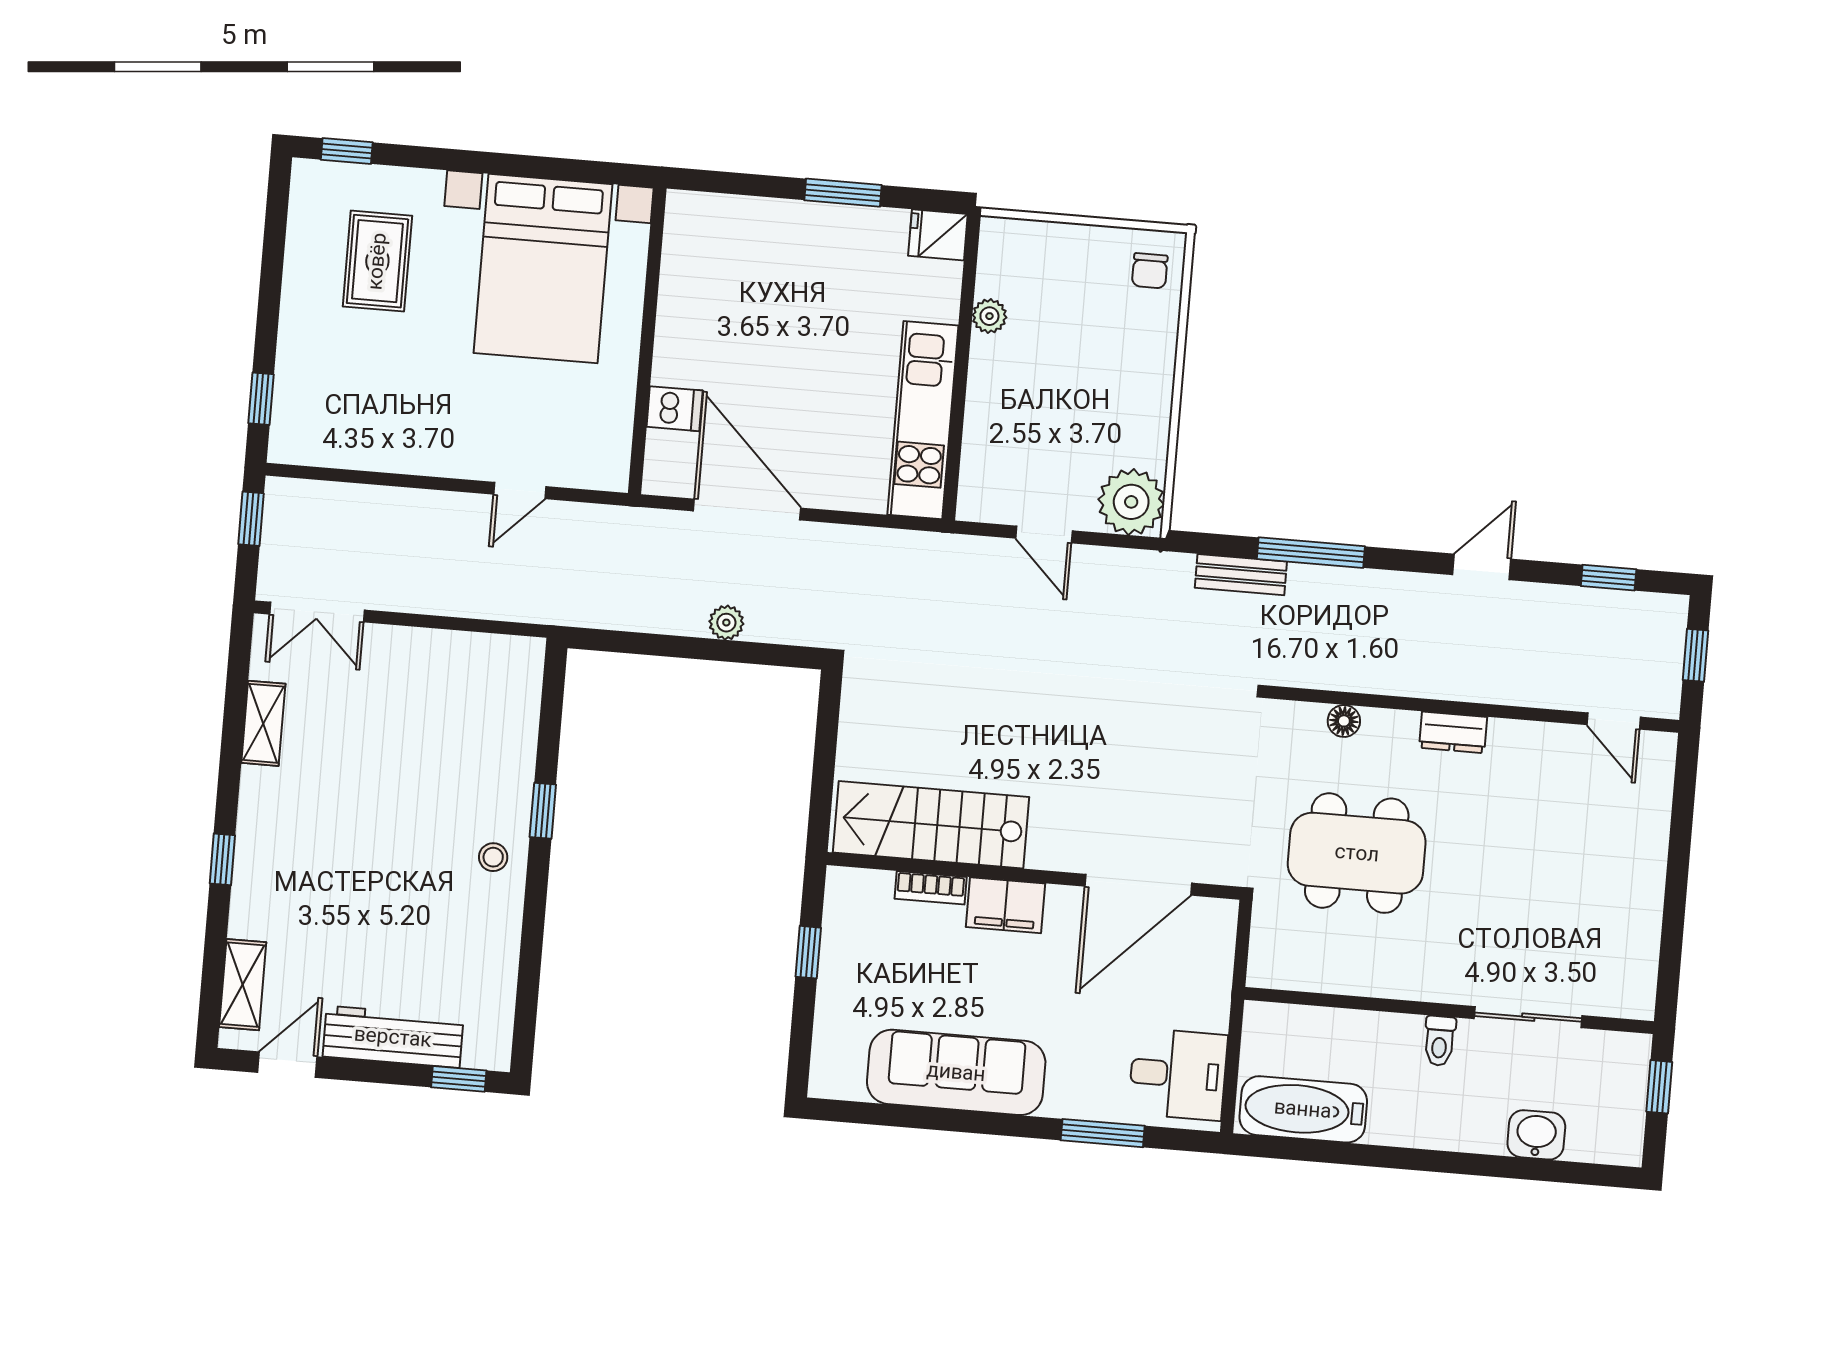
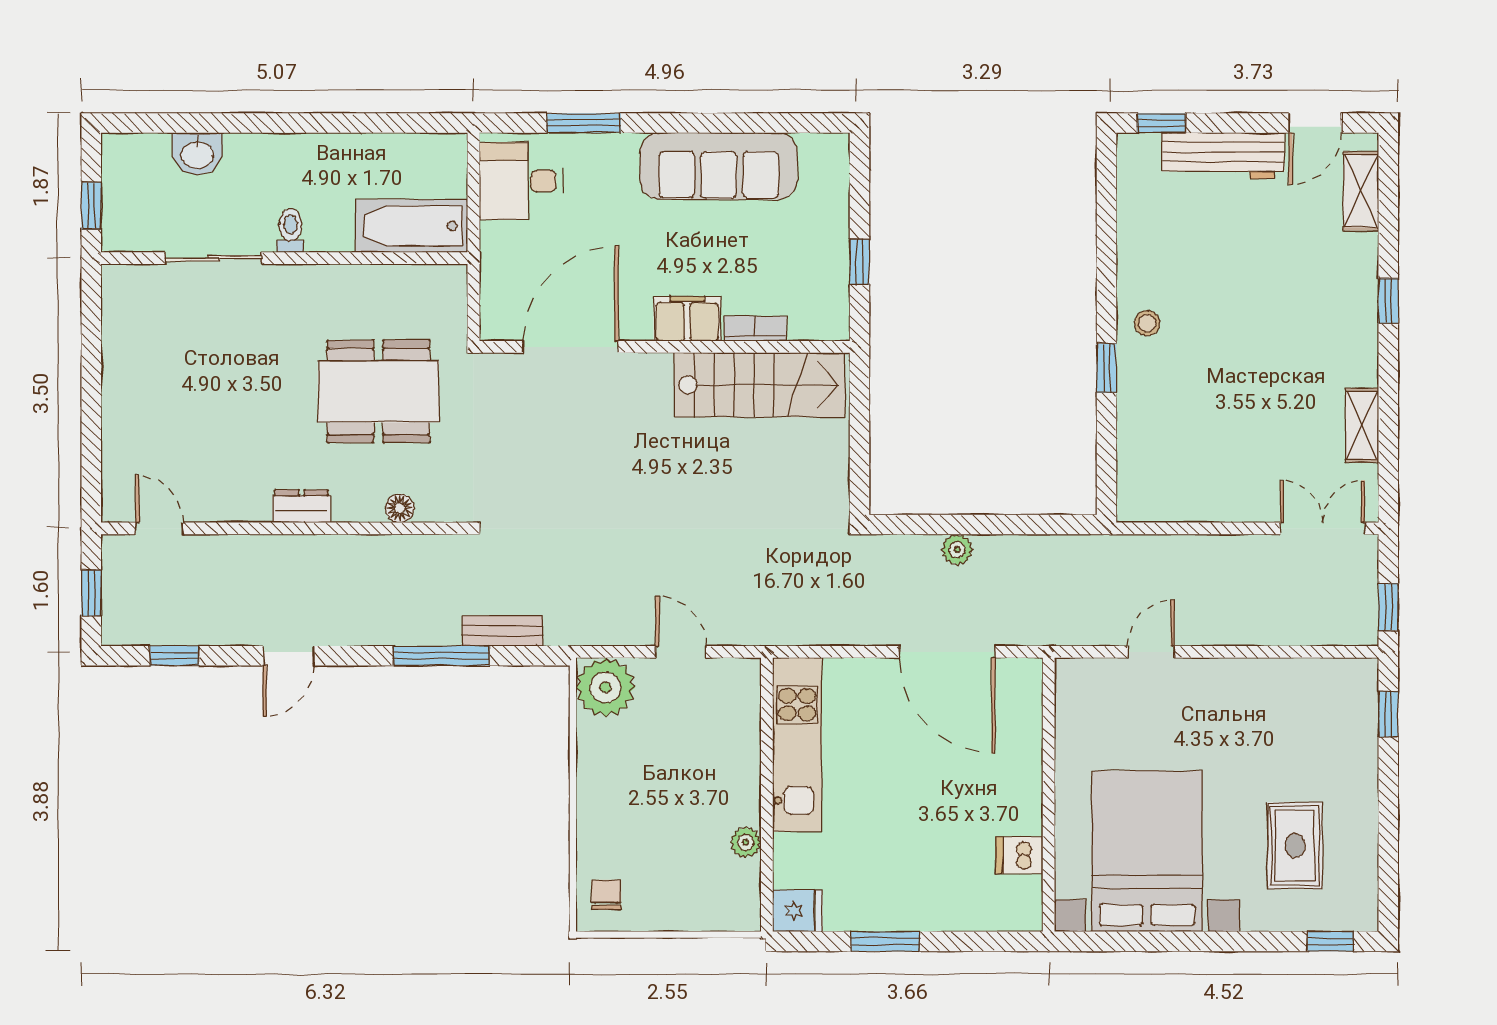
dishwasher: (675, 409) -> (1019, 855), moved
bathtub: (1303, 1109) -> (412, 226), moved, turned 180

